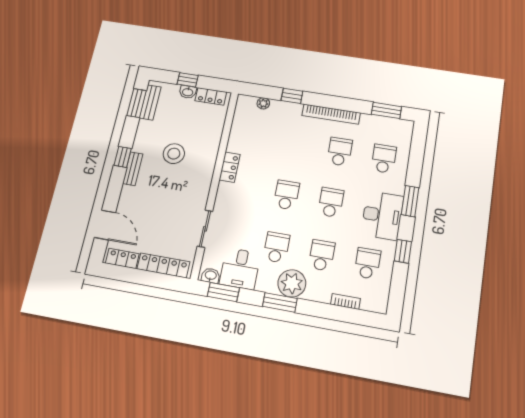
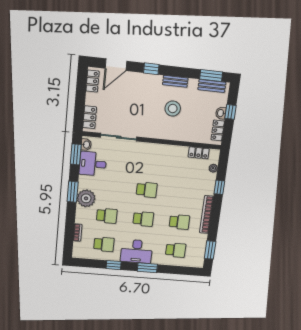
window: (123, 157) -> (151, 69), moved
locker: (230, 167) -> (199, 153), moved
bench: (133, 169) -> (175, 81), moved
sliding door: (205, 229) -> (119, 137), width x1.37
school desk: (276, 247) -> (110, 186), removed
locker: (163, 265) -> (90, 117), width x0.66

